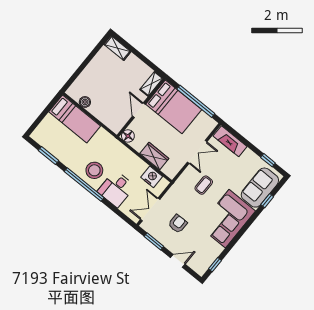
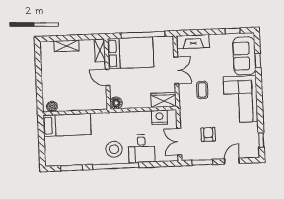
shelving: (117, 48) -> (66, 46), moved
boiler: (85, 102) -> (52, 107), moved
wardrobe: (154, 156) -> (164, 100), moved

